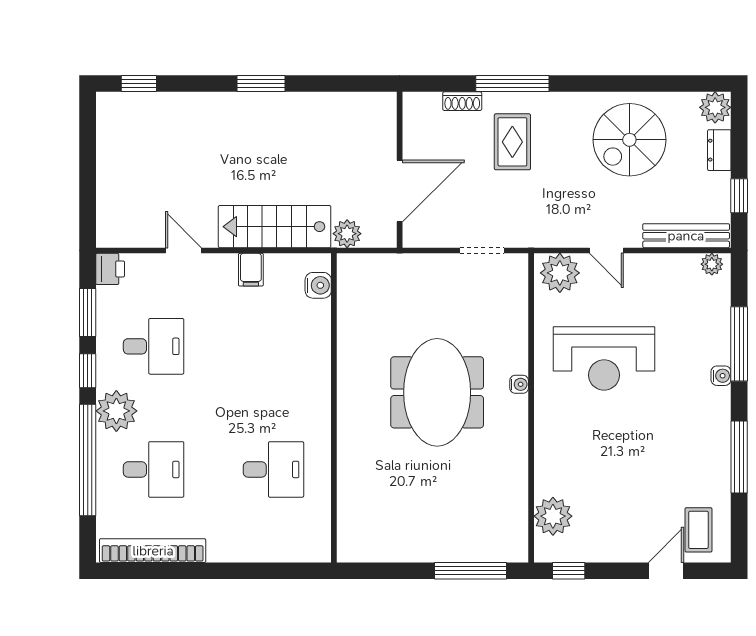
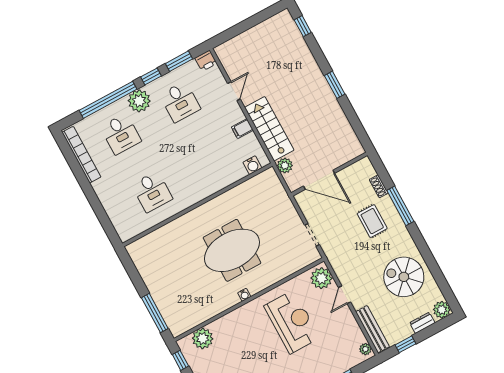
rug: (512, 142) -> (372, 221), turned 90
reception desk: (604, 358) -> (292, 322), turned 180
water cooler: (519, 384) -> (244, 295), moved

